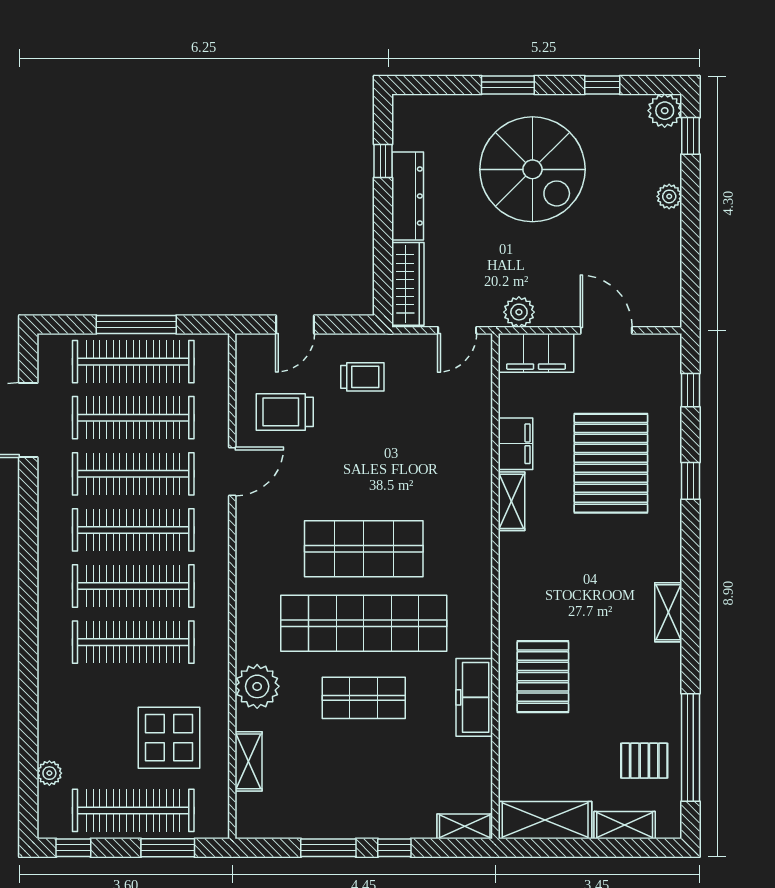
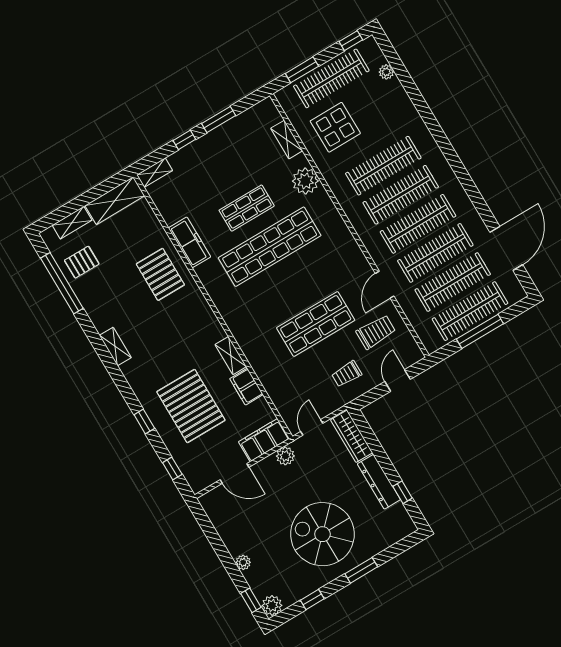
shop shelf: (364, 549) -> (316, 324), moved

